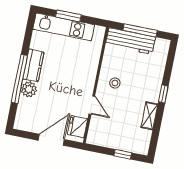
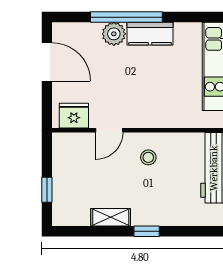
door: (51, 140) -> (47, 62), moved

